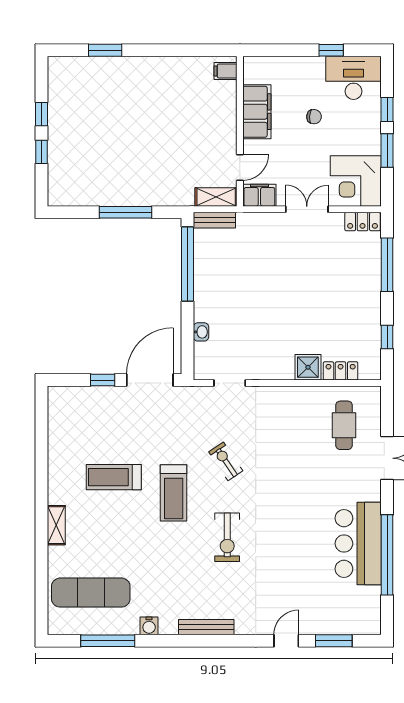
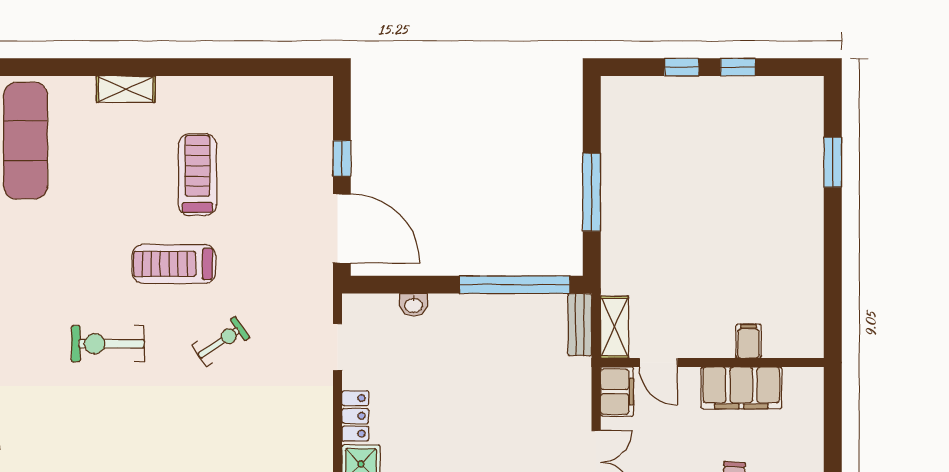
filing cabinet: (226, 71) -> (748, 341), moved
locker: (276, 371) -> (355, 416), added

